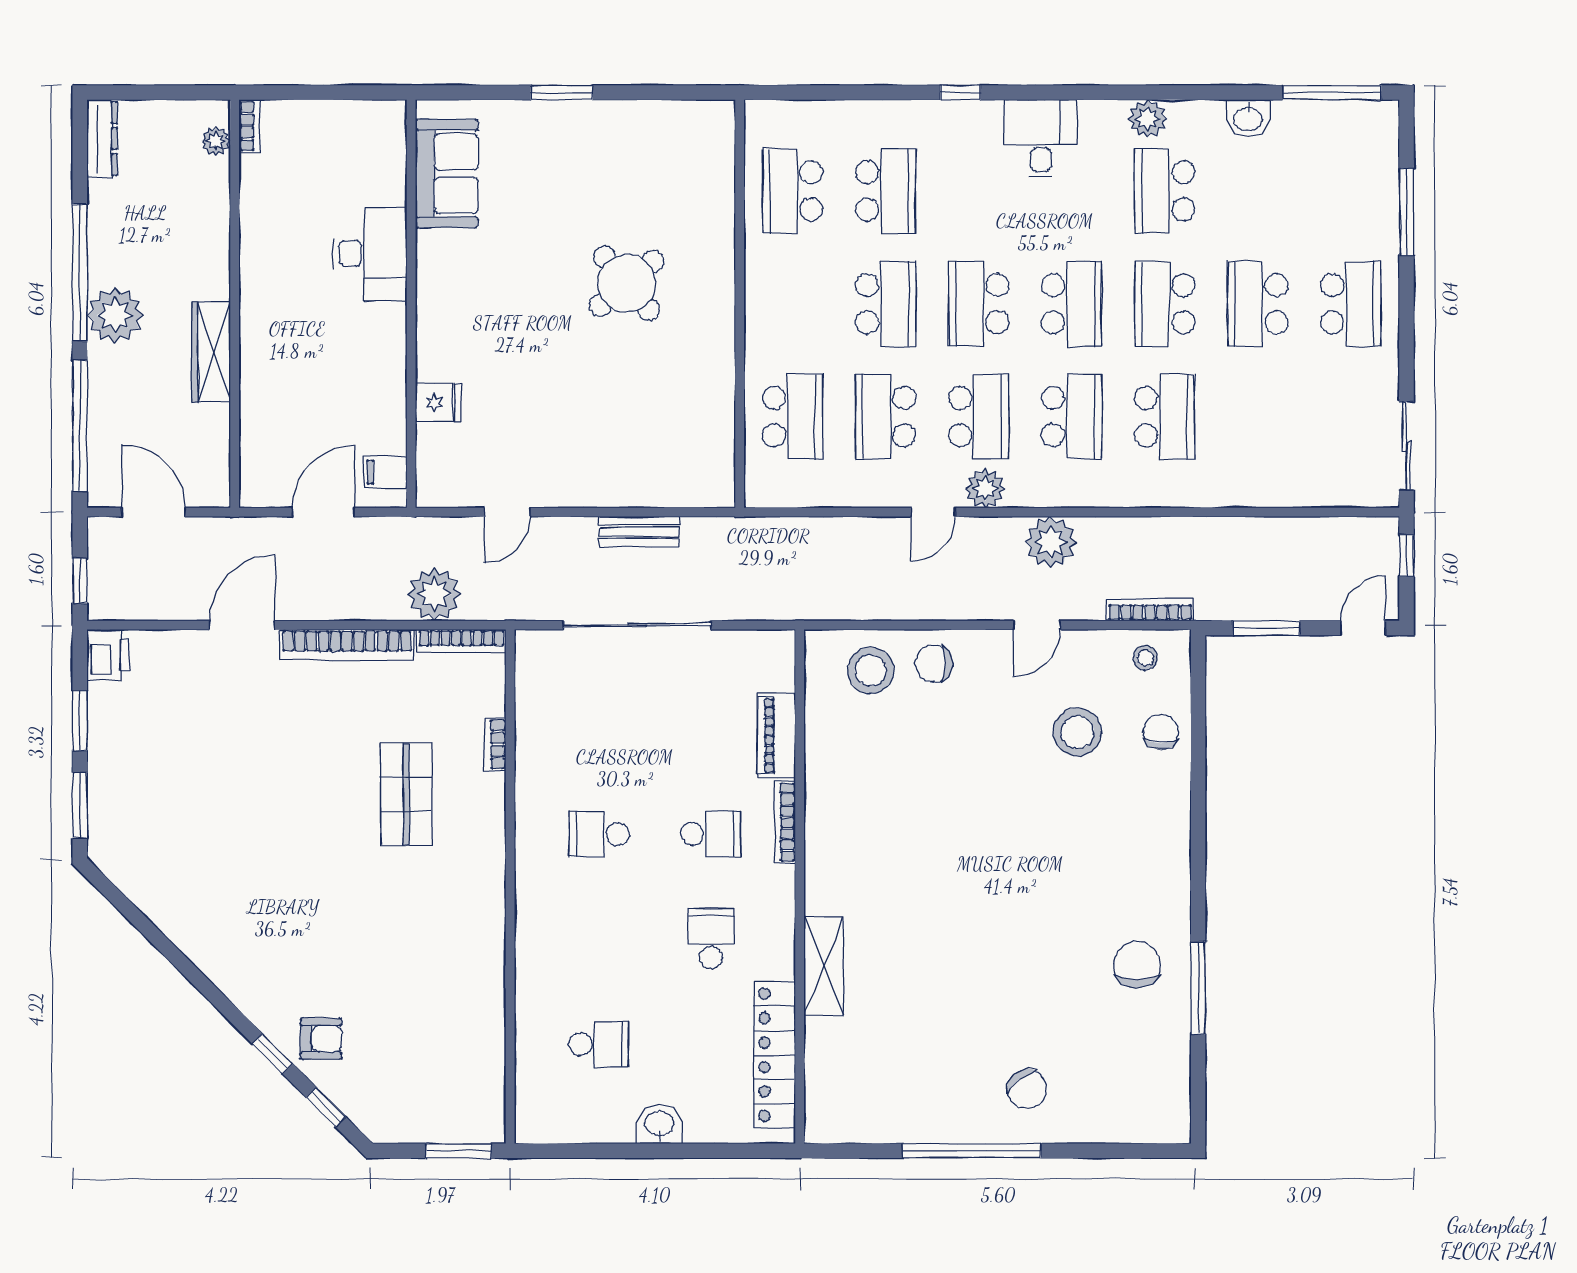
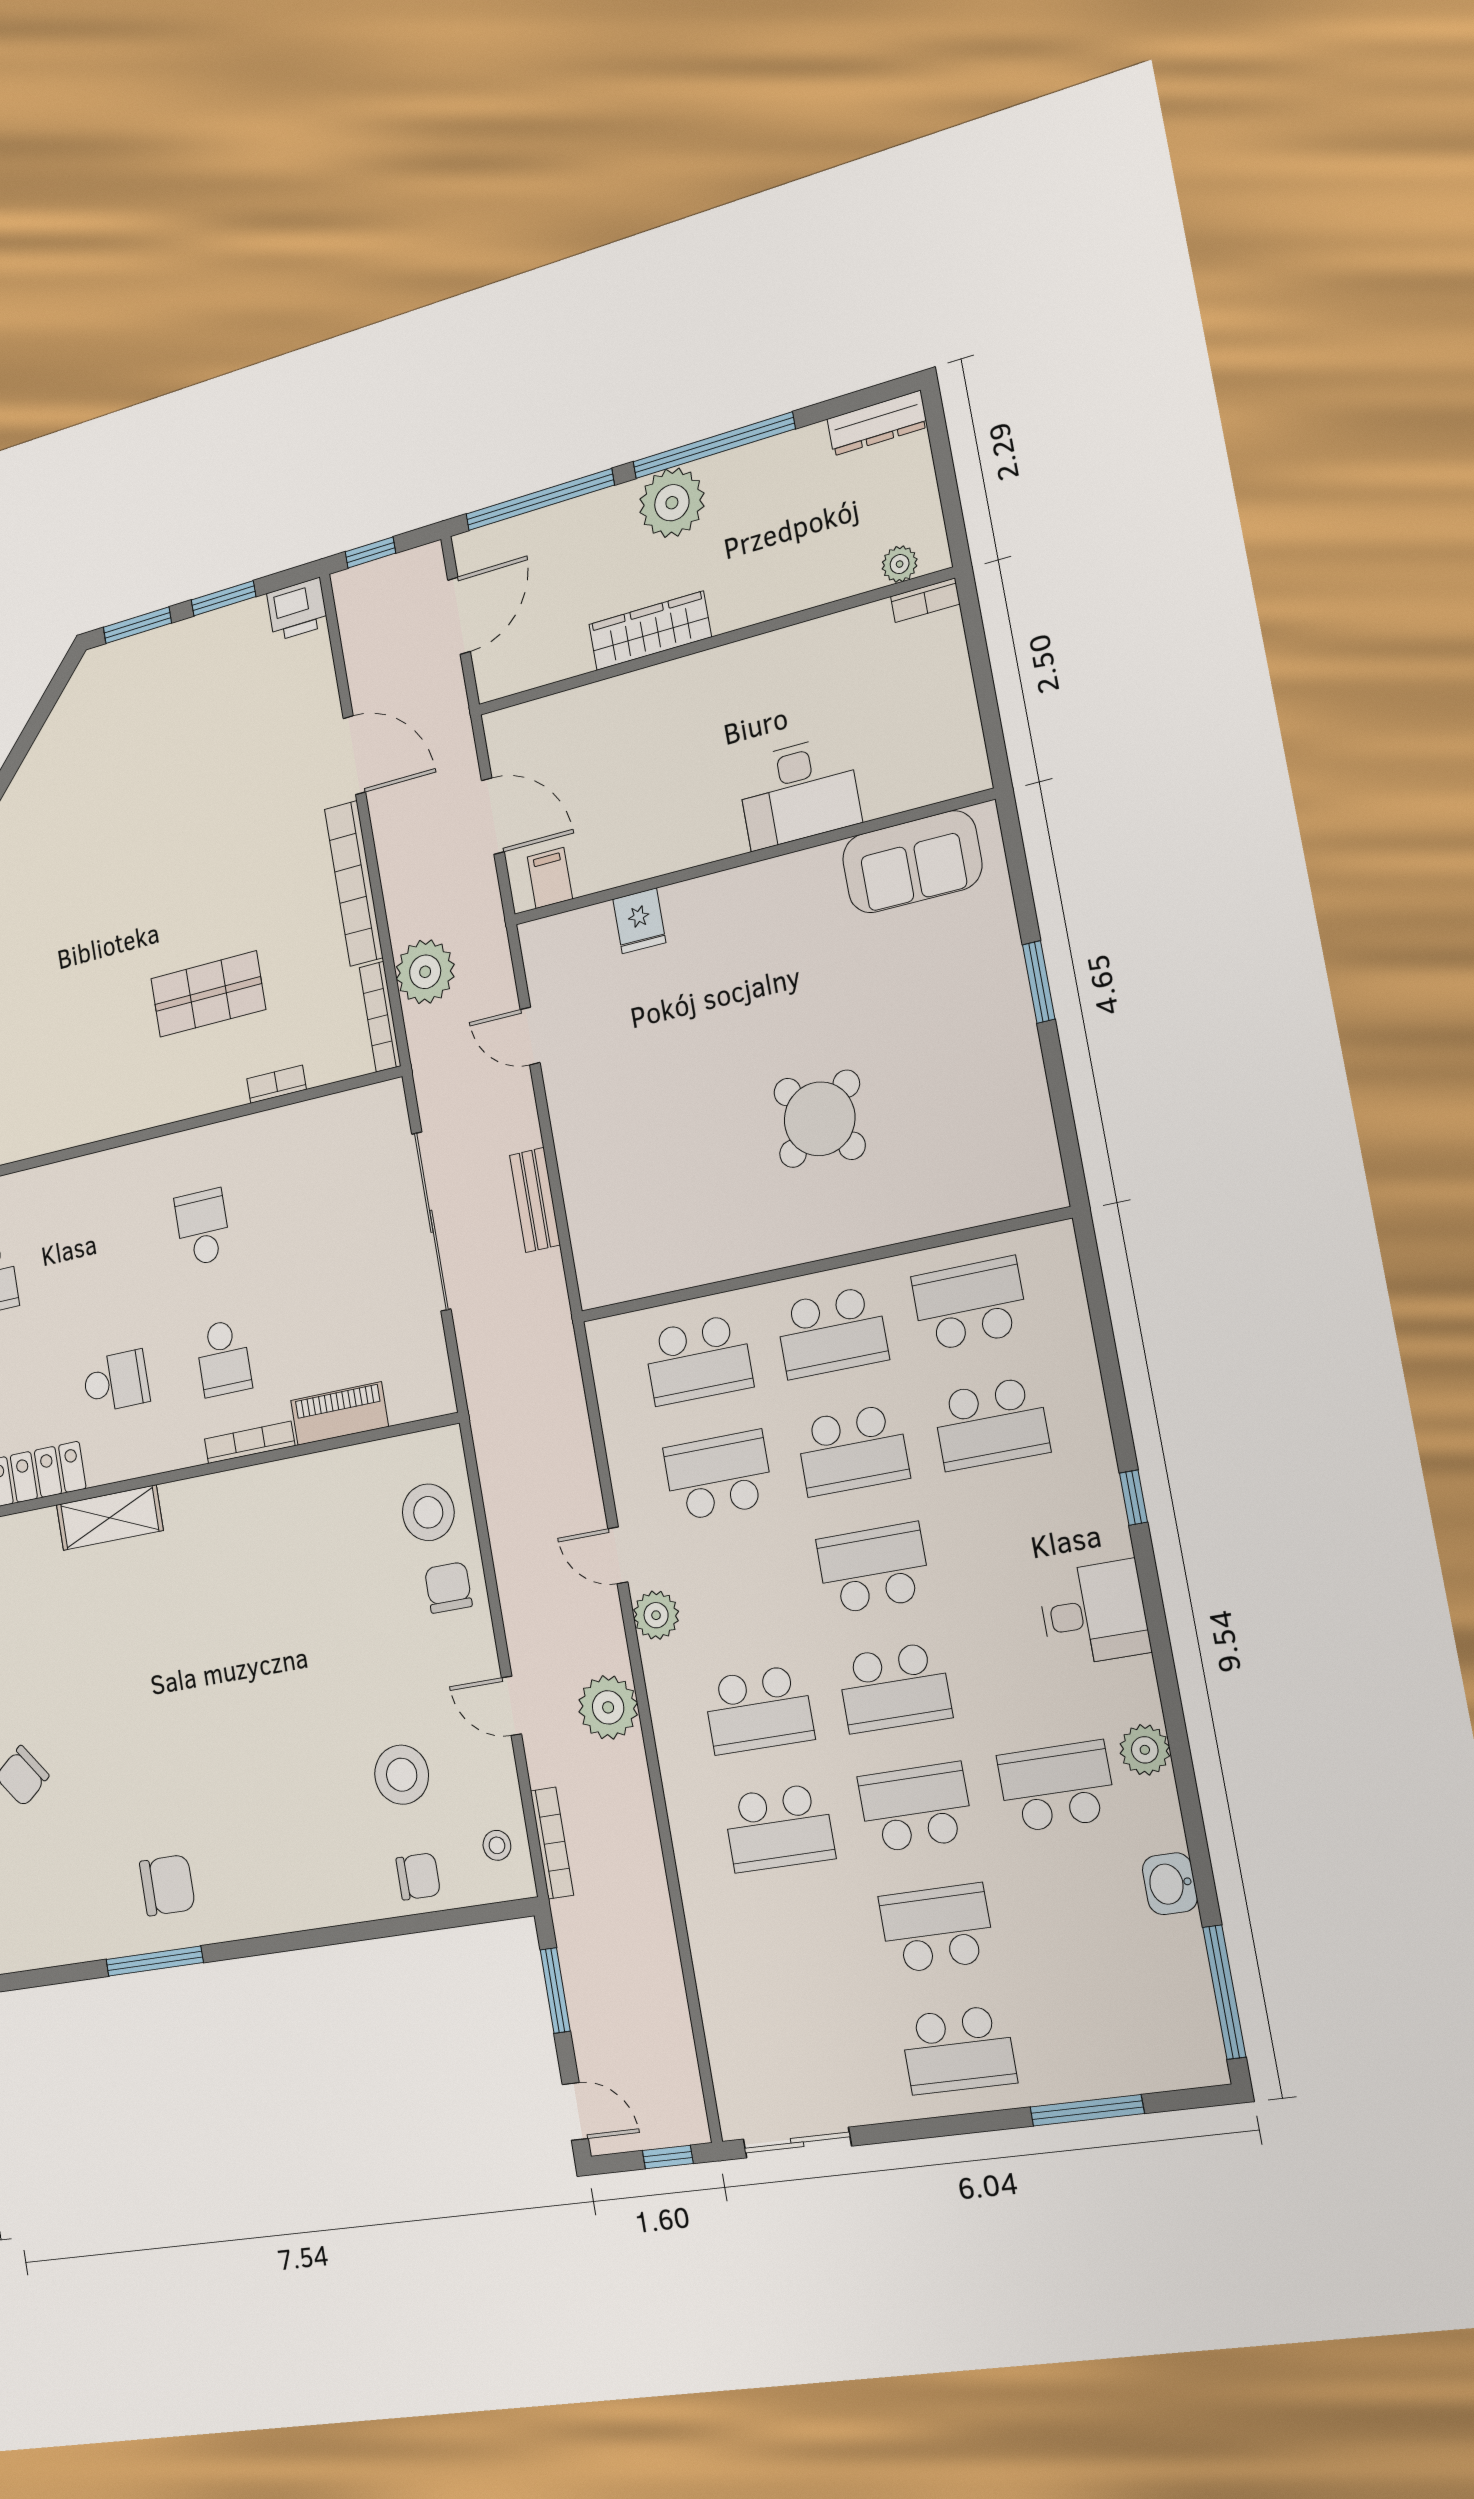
school desk: (979, 417) -> (832, 1332), moved

